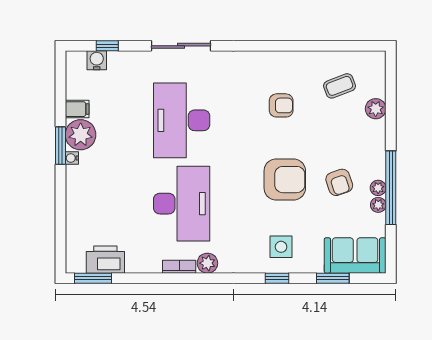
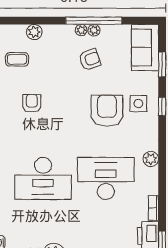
coffee table: (339, 86) -> (17, 59), turned -69
armchair: (285, 180) -> (107, 111), moved
plant: (378, 205) -> (81, 30), moved
bookcase: (179, 267) -> (153, 208), moved

